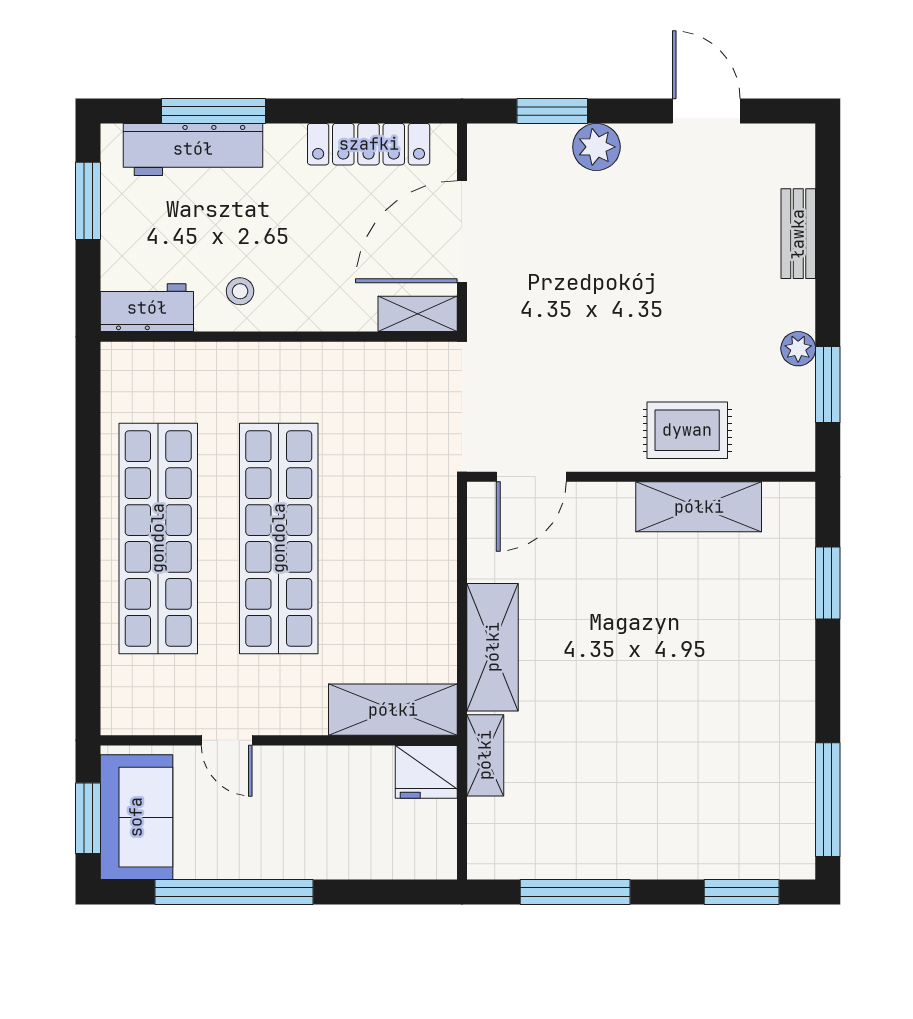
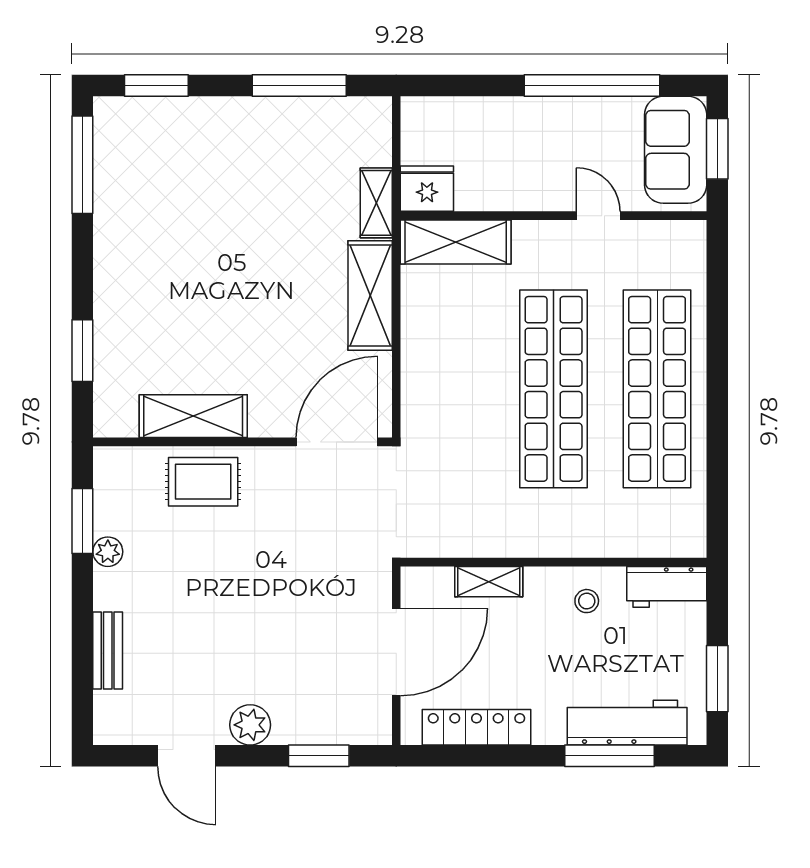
plant: (596, 147) -> (250, 725), moved
shelving: (418, 314) -> (489, 582), moved
door: (531, 477) -> (337, 442), width x1.36

